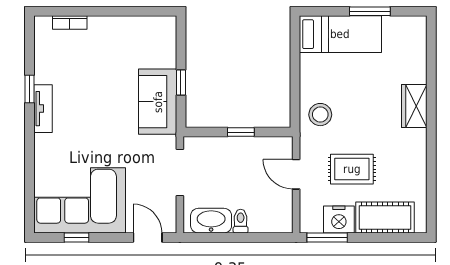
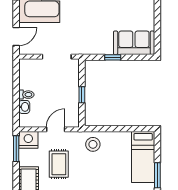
sofa: (158, 102) -> (134, 43), moved
nightstand: (339, 219) -> (28, 140), moved, turned 90
washbasin: (211, 221) -> (24, 107), moved, width x0.52, depth x0.69

